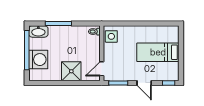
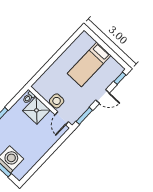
side table: (111, 36) -> (57, 101), moved
shower: (71, 71) -> (36, 110), moved

